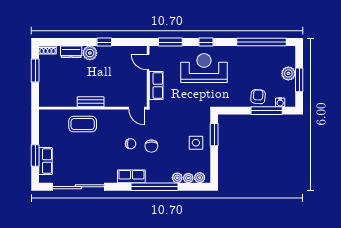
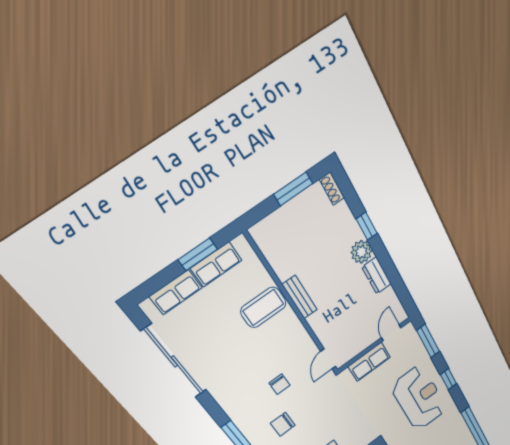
window: (104, 42) -> (367, 226), moved
dresser: (71, 52) -> (377, 276), moved
coffee table: (83, 124) -> (263, 307), turned 90
chair: (151, 146) -> (283, 424), moved
window: (35, 155) -> (198, 254), moved
row of seats: (131, 176) -> (216, 264), moved, turned 90

